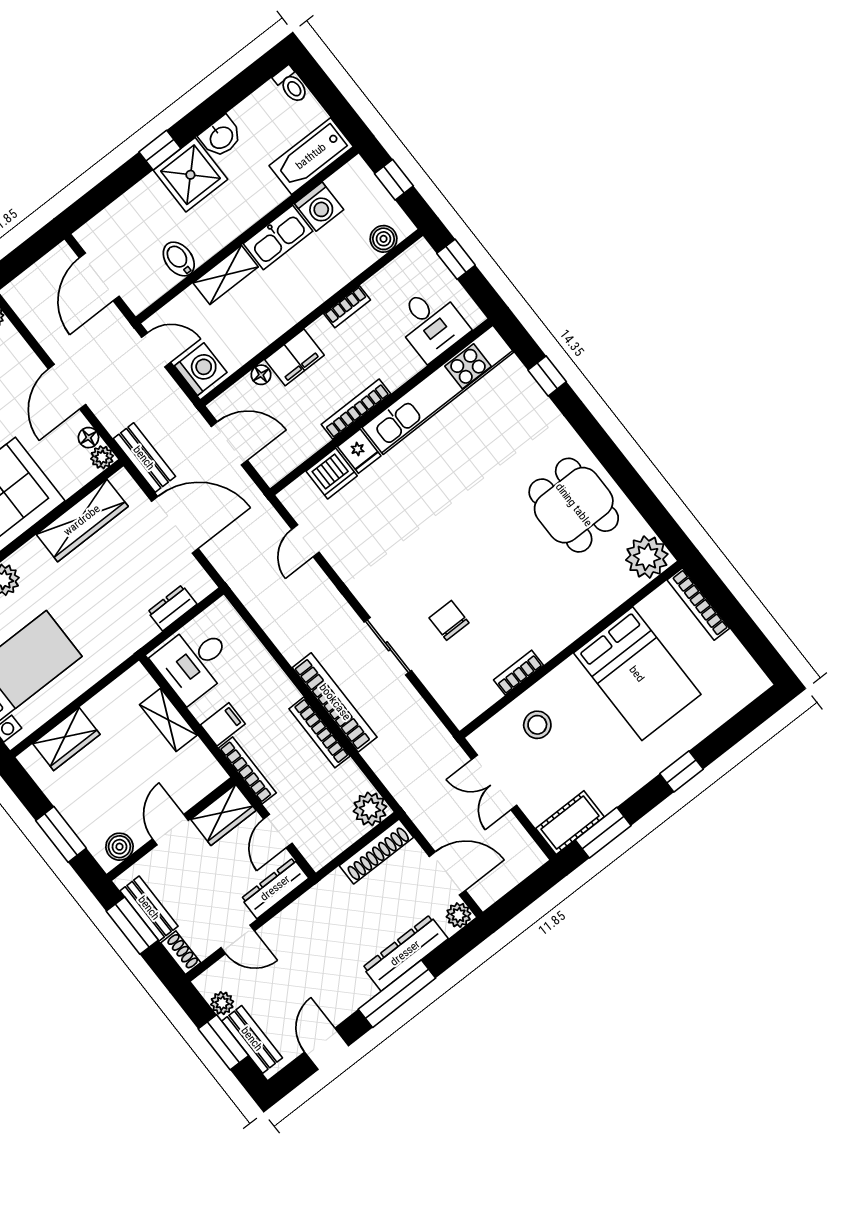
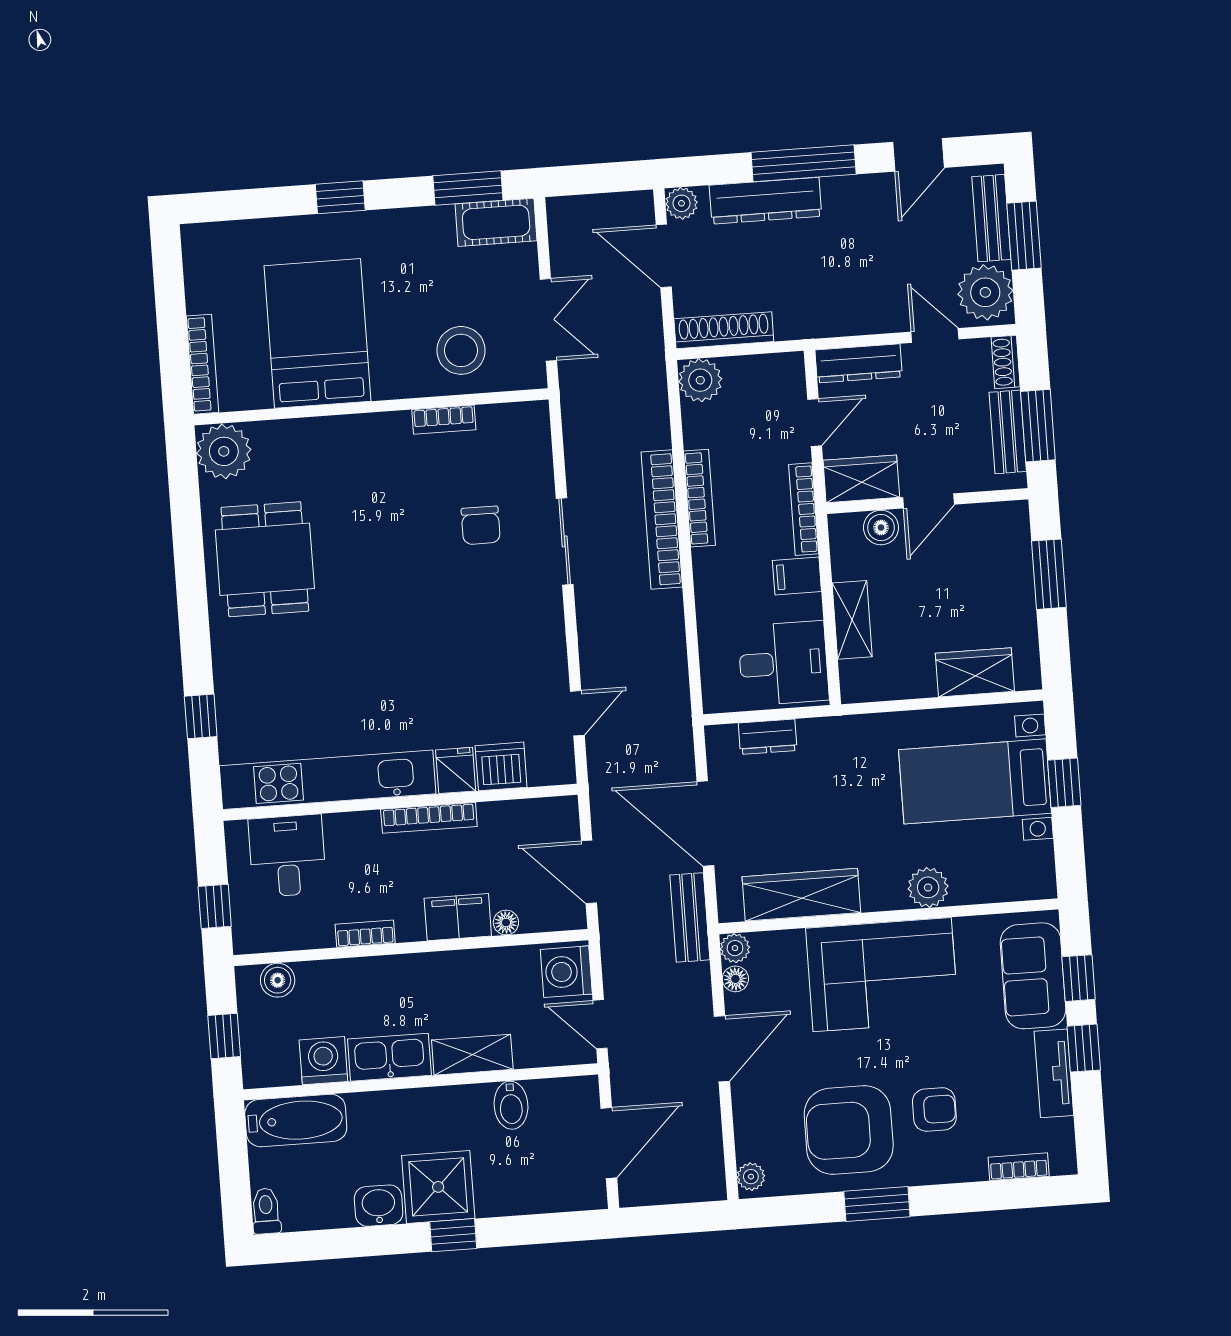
stool: (537, 725) -> (461, 350), width x1.38, depth x1.38
boiler: (119, 847) -> (881, 528), moved
plant: (222, 1003) -> (985, 292), width x1.88, depth x1.88

